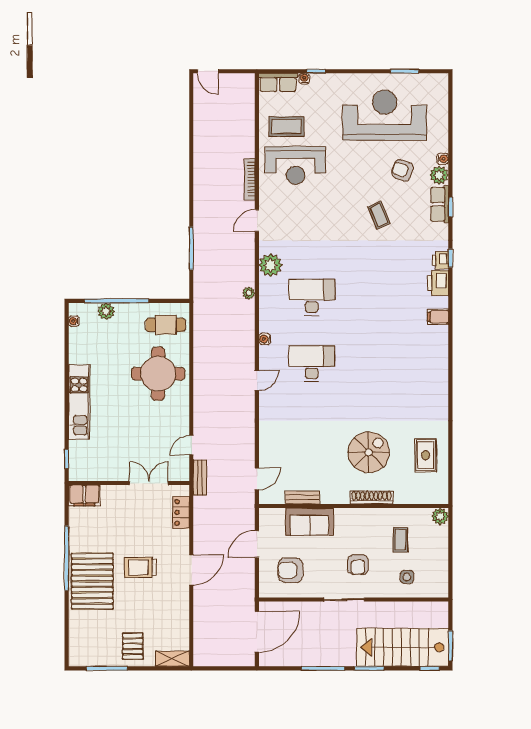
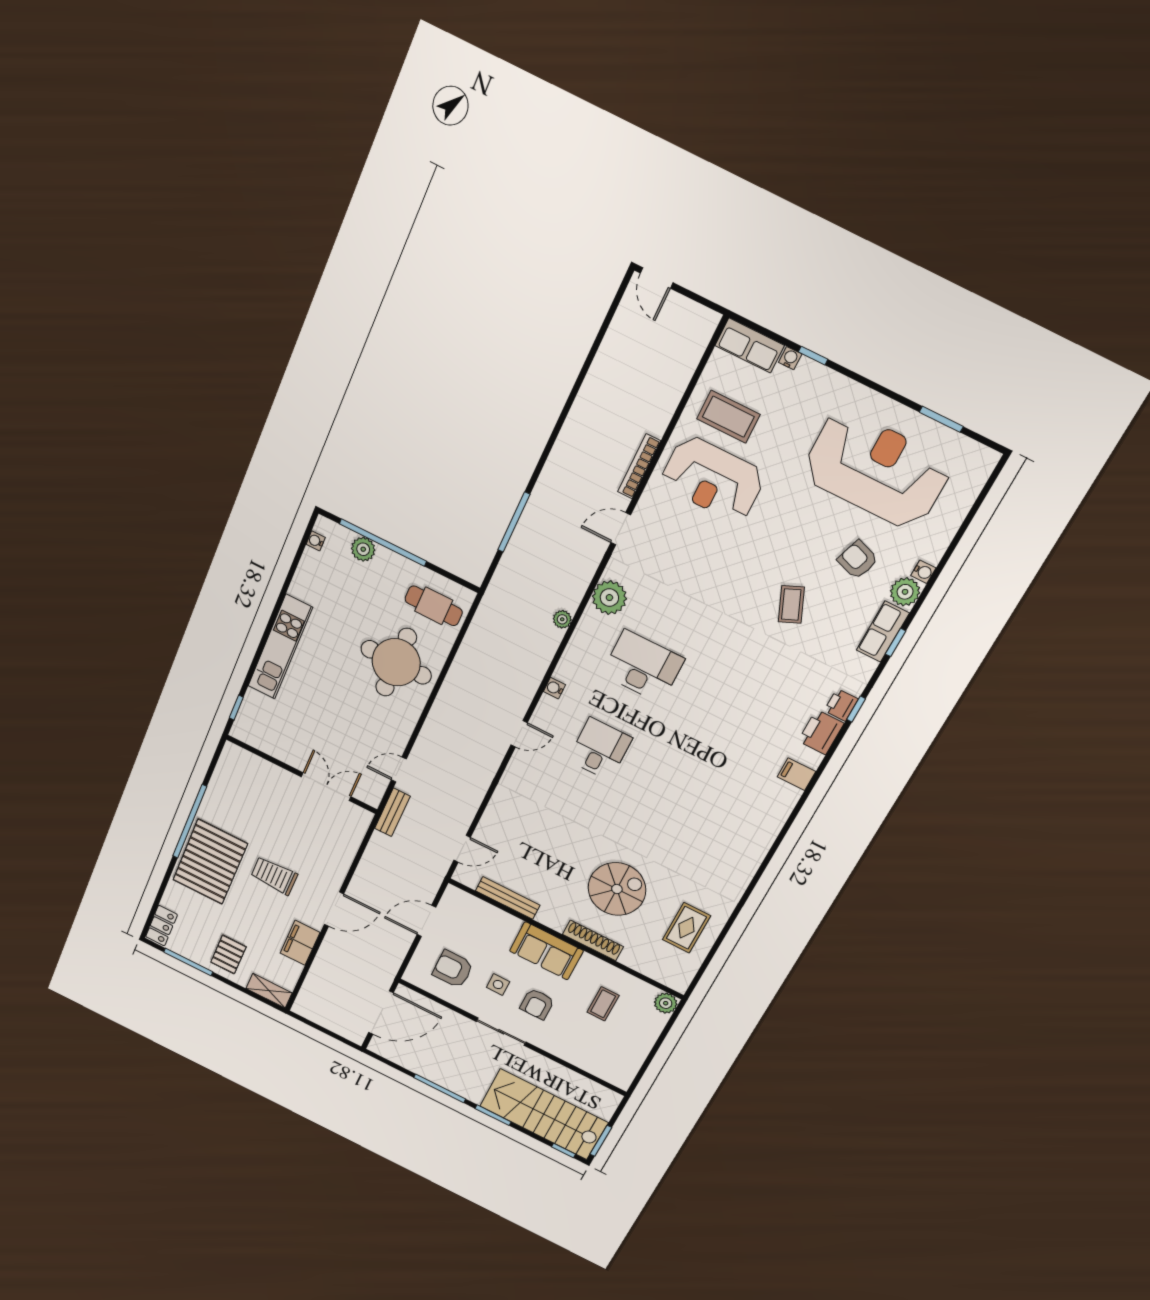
desk: (312, 364) -> (600, 749), width x0.73
filing cabinet: (84, 495) -> (300, 943), moved, turned 90
bench: (302, 498) -> (508, 898), width x1.36
locker: (181, 512) -> (161, 926), moved, turned 180
sofa: (310, 522) -> (546, 951), moved
side table: (407, 577) -> (498, 985), moved

